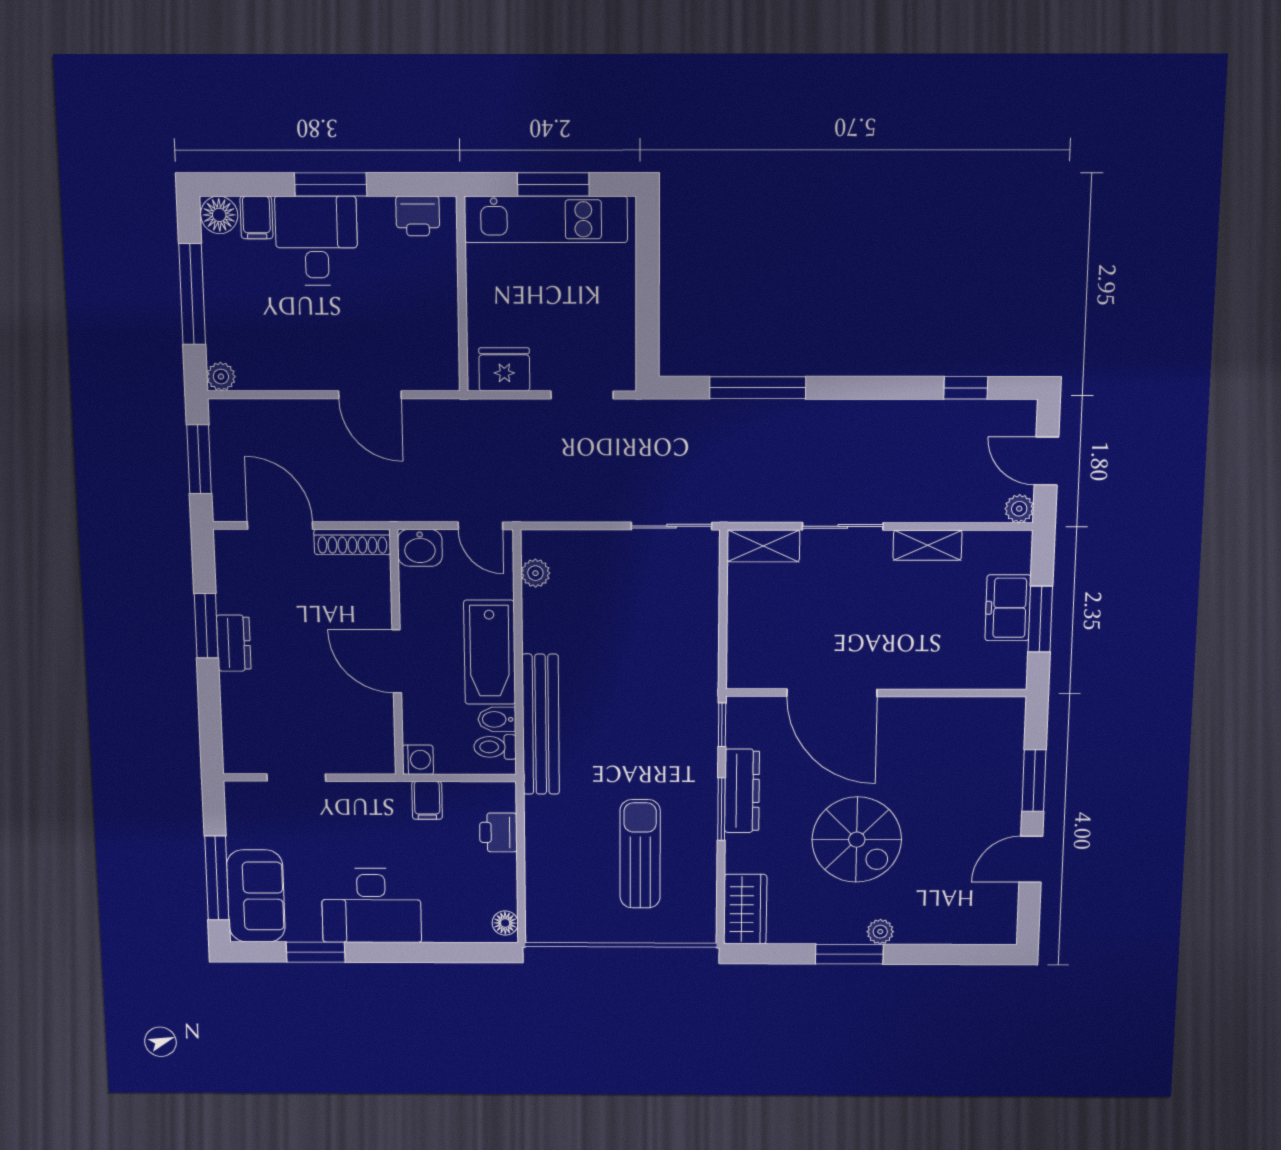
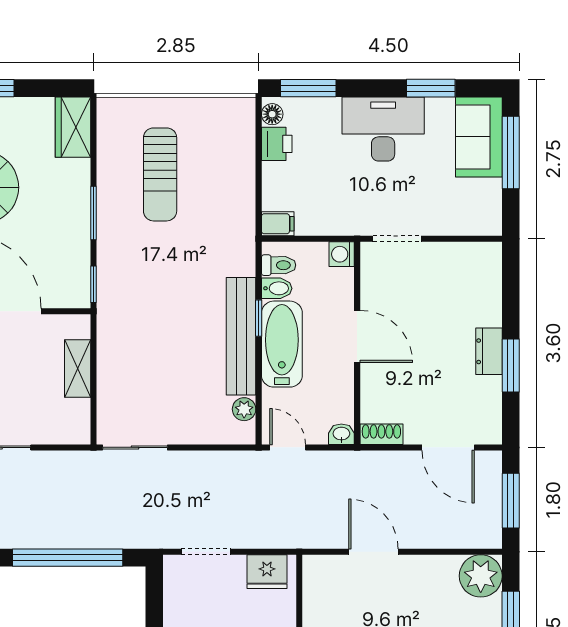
plant: (221, 377) -> (481, 576), width x1.88, depth x1.88
window: (758, 388) -> (68, 558), width x1.46
shoe rack: (352, 542) -> (381, 434), width x0.70
shelving: (763, 546) -> (78, 368), moved, turned 90
washbasin: (420, 548) -> (341, 434), width x0.72, depth x0.69
window: (519, 684) -> (259, 318), added
bench: (541, 724) -> (241, 336), moved
doorway: (296, 778) -> (397, 239), moved
dresser: (742, 791) -> (77, 229), removed
filing cabinet: (427, 800) -> (278, 224), moved, turned 90
printer: (498, 832) -> (277, 144), moved
window: (462, 953) -> (308, 88), added

